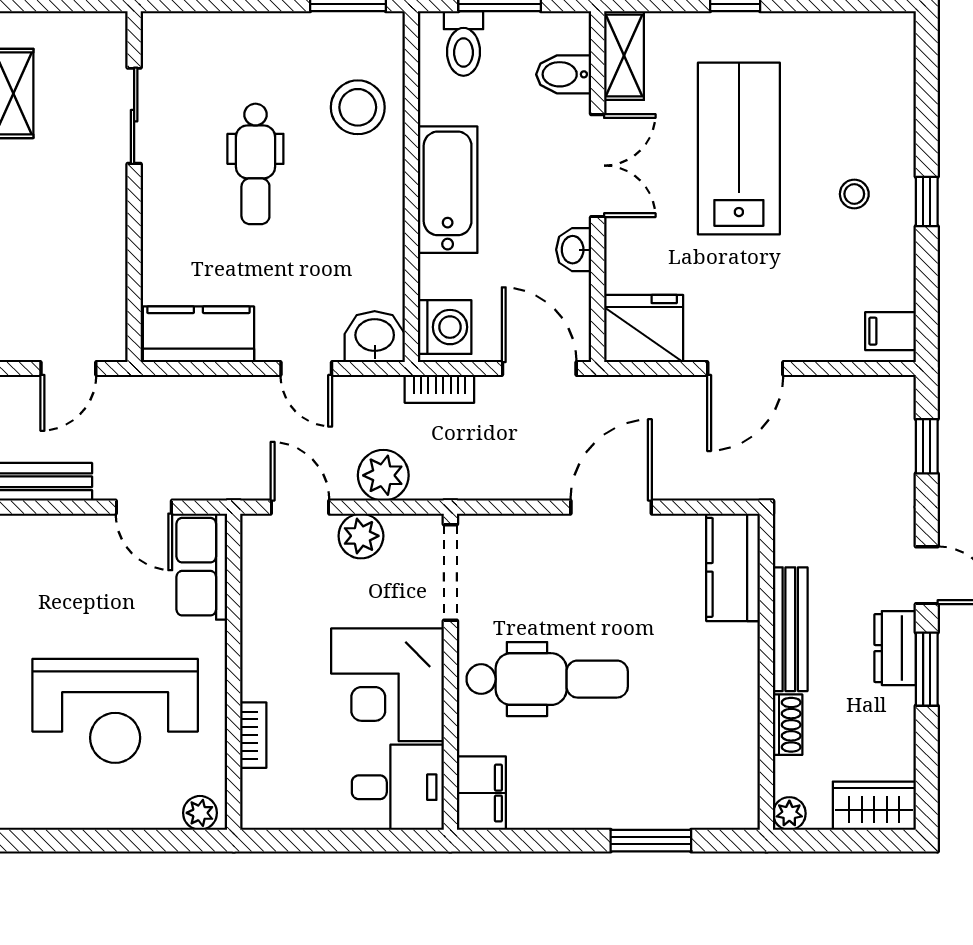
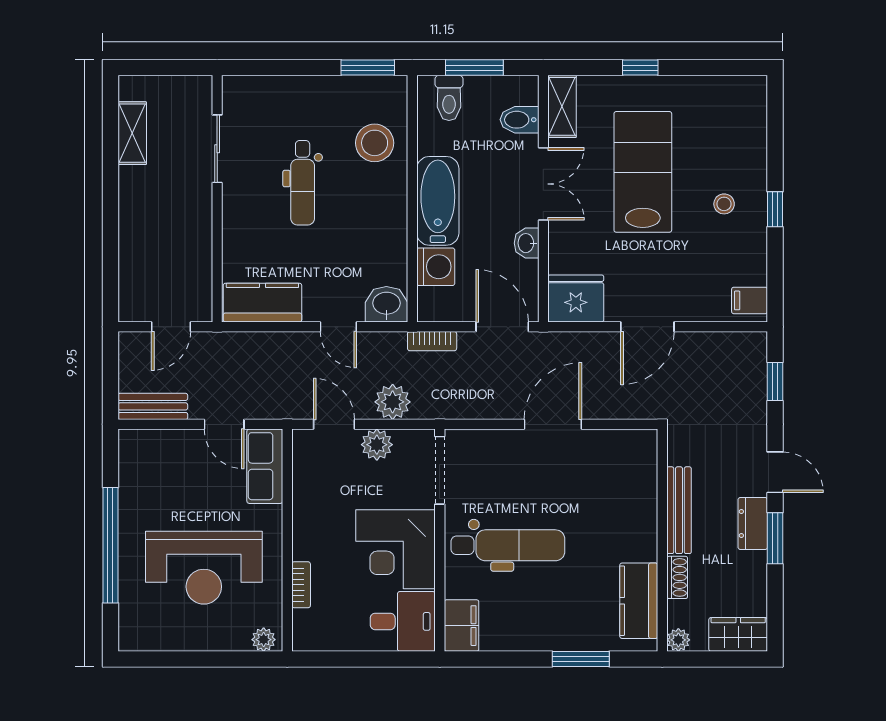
washing machine: (445, 327) -> (436, 267), moved
kitchen counter: (733, 567) -> (639, 601), moved

